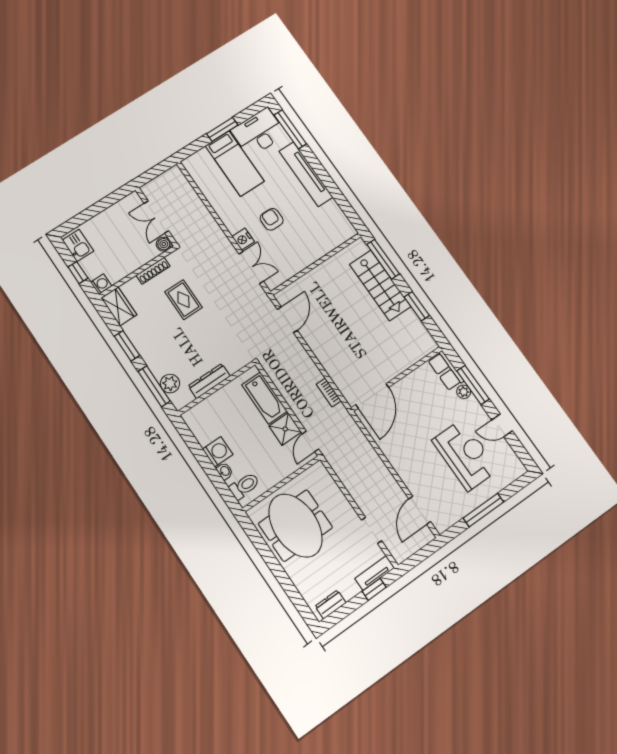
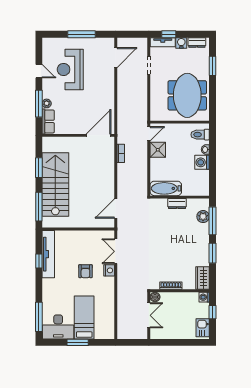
tv unit: (306, 174) -> (48, 254), moved
window: (337, 194) -> (39, 261), added
stairs: (380, 285) -> (55, 184), width x1.36, depth x1.51
rug: (183, 300) -> (165, 258), removed
dresser: (209, 381) -> (177, 204), width x0.70
bathtub: (265, 398) -> (166, 188), moved, turned -90
window: (289, 588) -> (213, 66), added
water cooler: (350, 589) -> (181, 43), added

